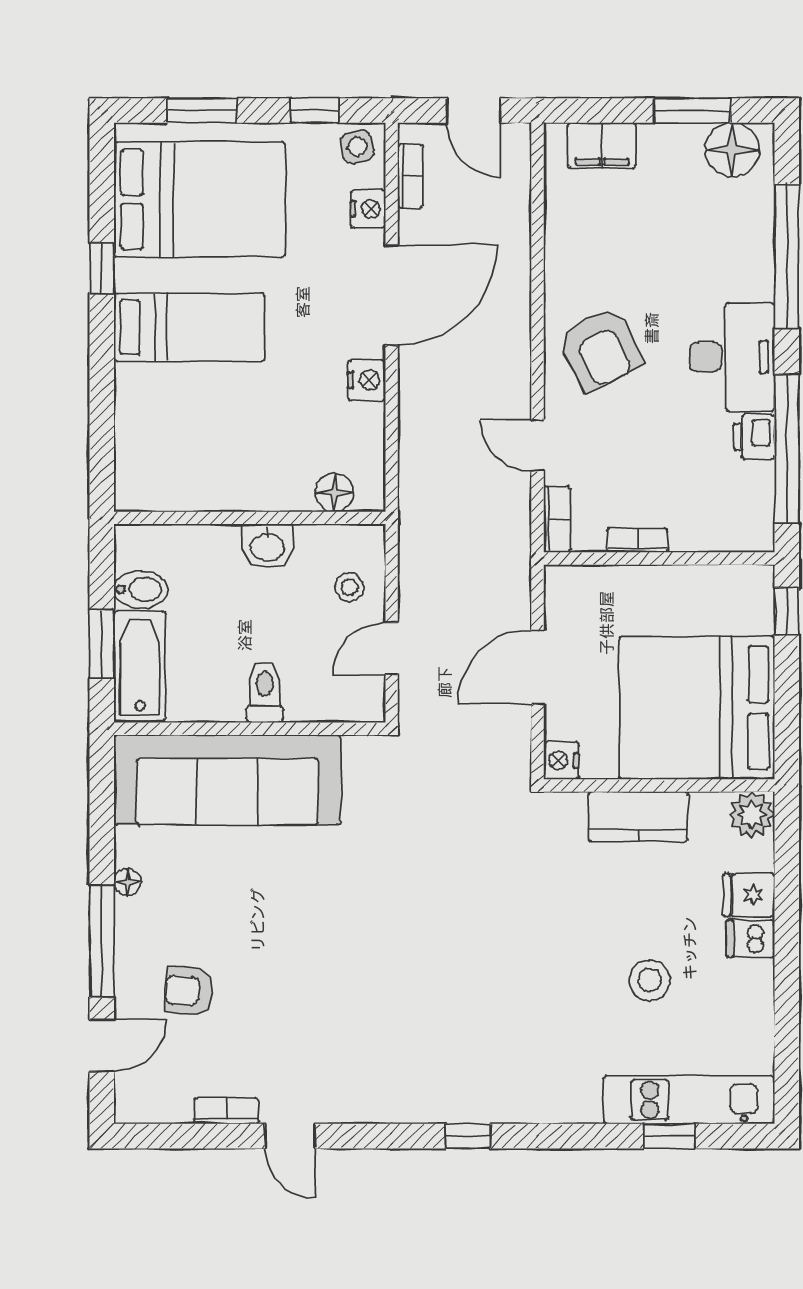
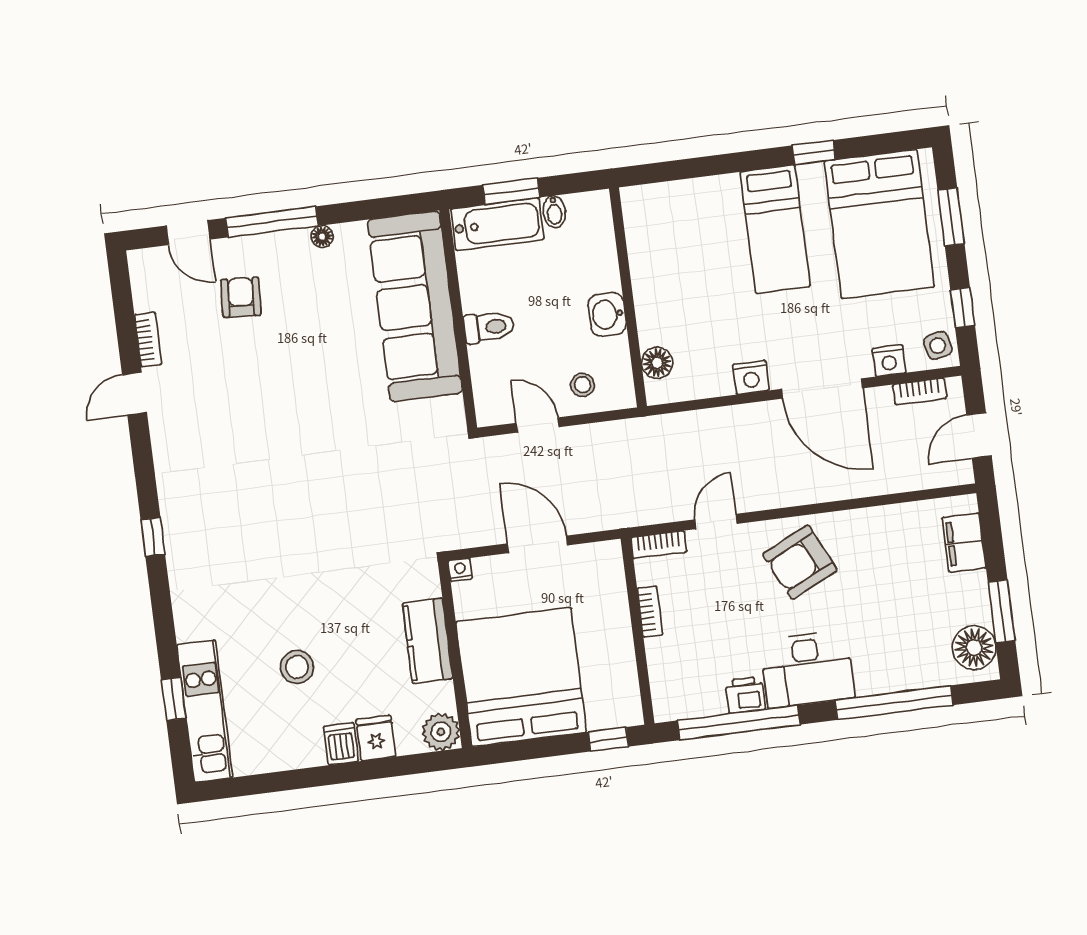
bidet: (141, 589) -> (554, 212), width x0.72, depth x0.74
nightstand: (561, 760) -> (460, 570), width x0.72, depth x0.74

